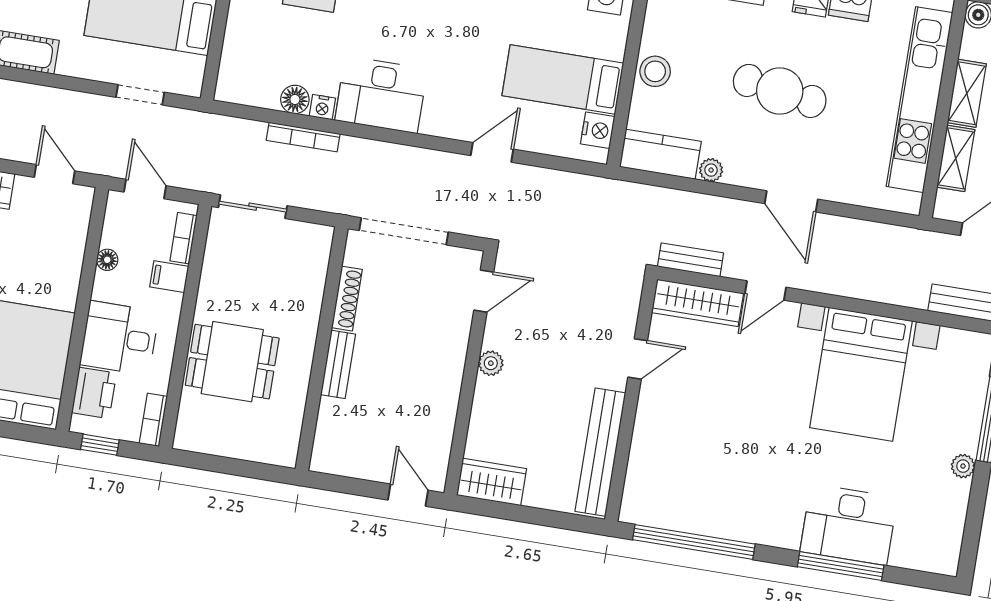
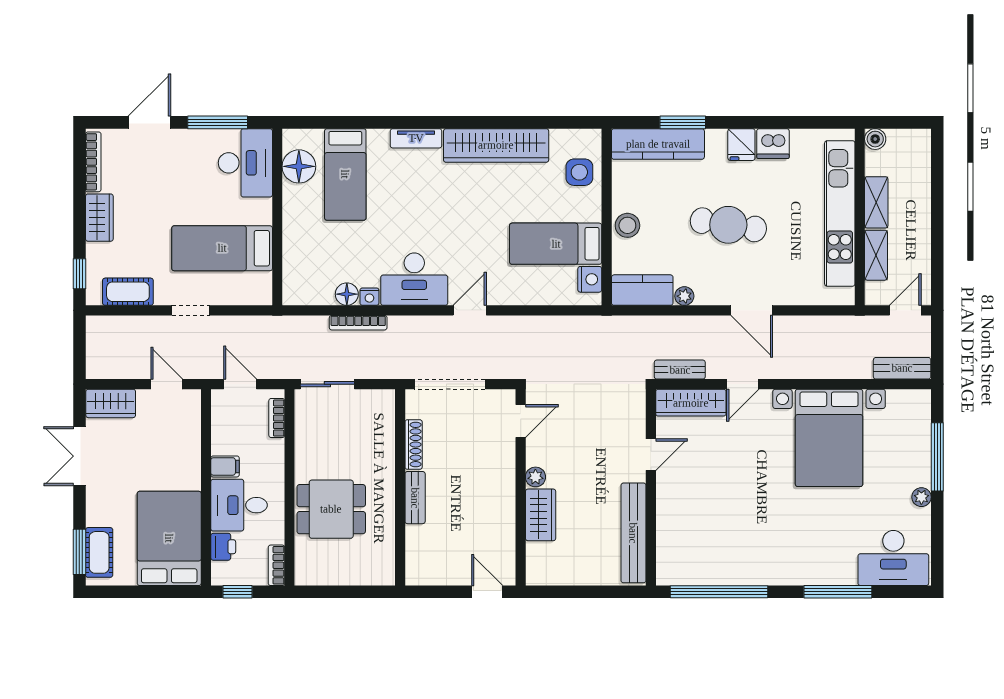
doorway: (140, 95) -> (191, 310), moved
door: (492, 152) -> (470, 310), moved
floor lamp: (107, 260) -> (219, 445), removed
filing cabinet: (169, 277) -> (225, 466), moved, turned 180
printer: (94, 393) -> (223, 547), width x0.73, depth x0.81
wardrobe: (492, 482) -> (541, 515), moved, turned 90
desk: (849, 524) -> (893, 558), moved

